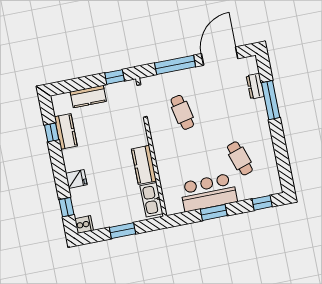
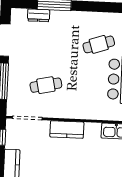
kitchen counter: (144, 165) -> (67, 129), moved

